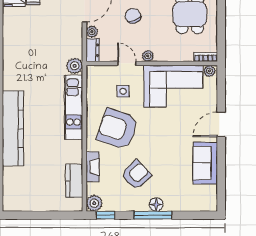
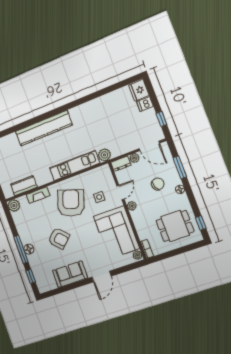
door: (221, 124) -> (101, 277), swing flipped
armchair: (136, 175) -> (59, 238), moved
window: (106, 215) -> (31, 276), moved

